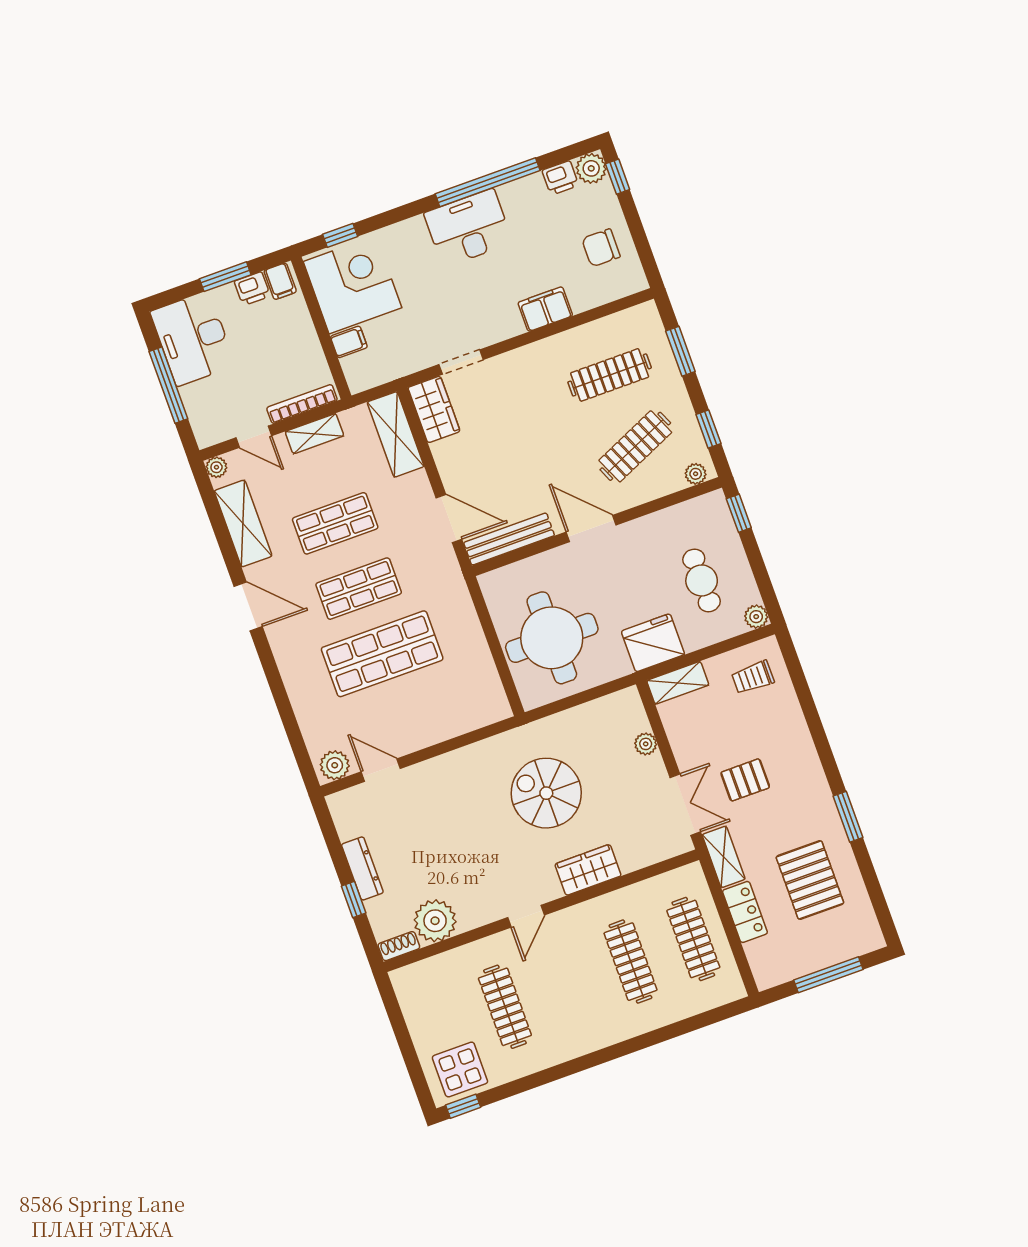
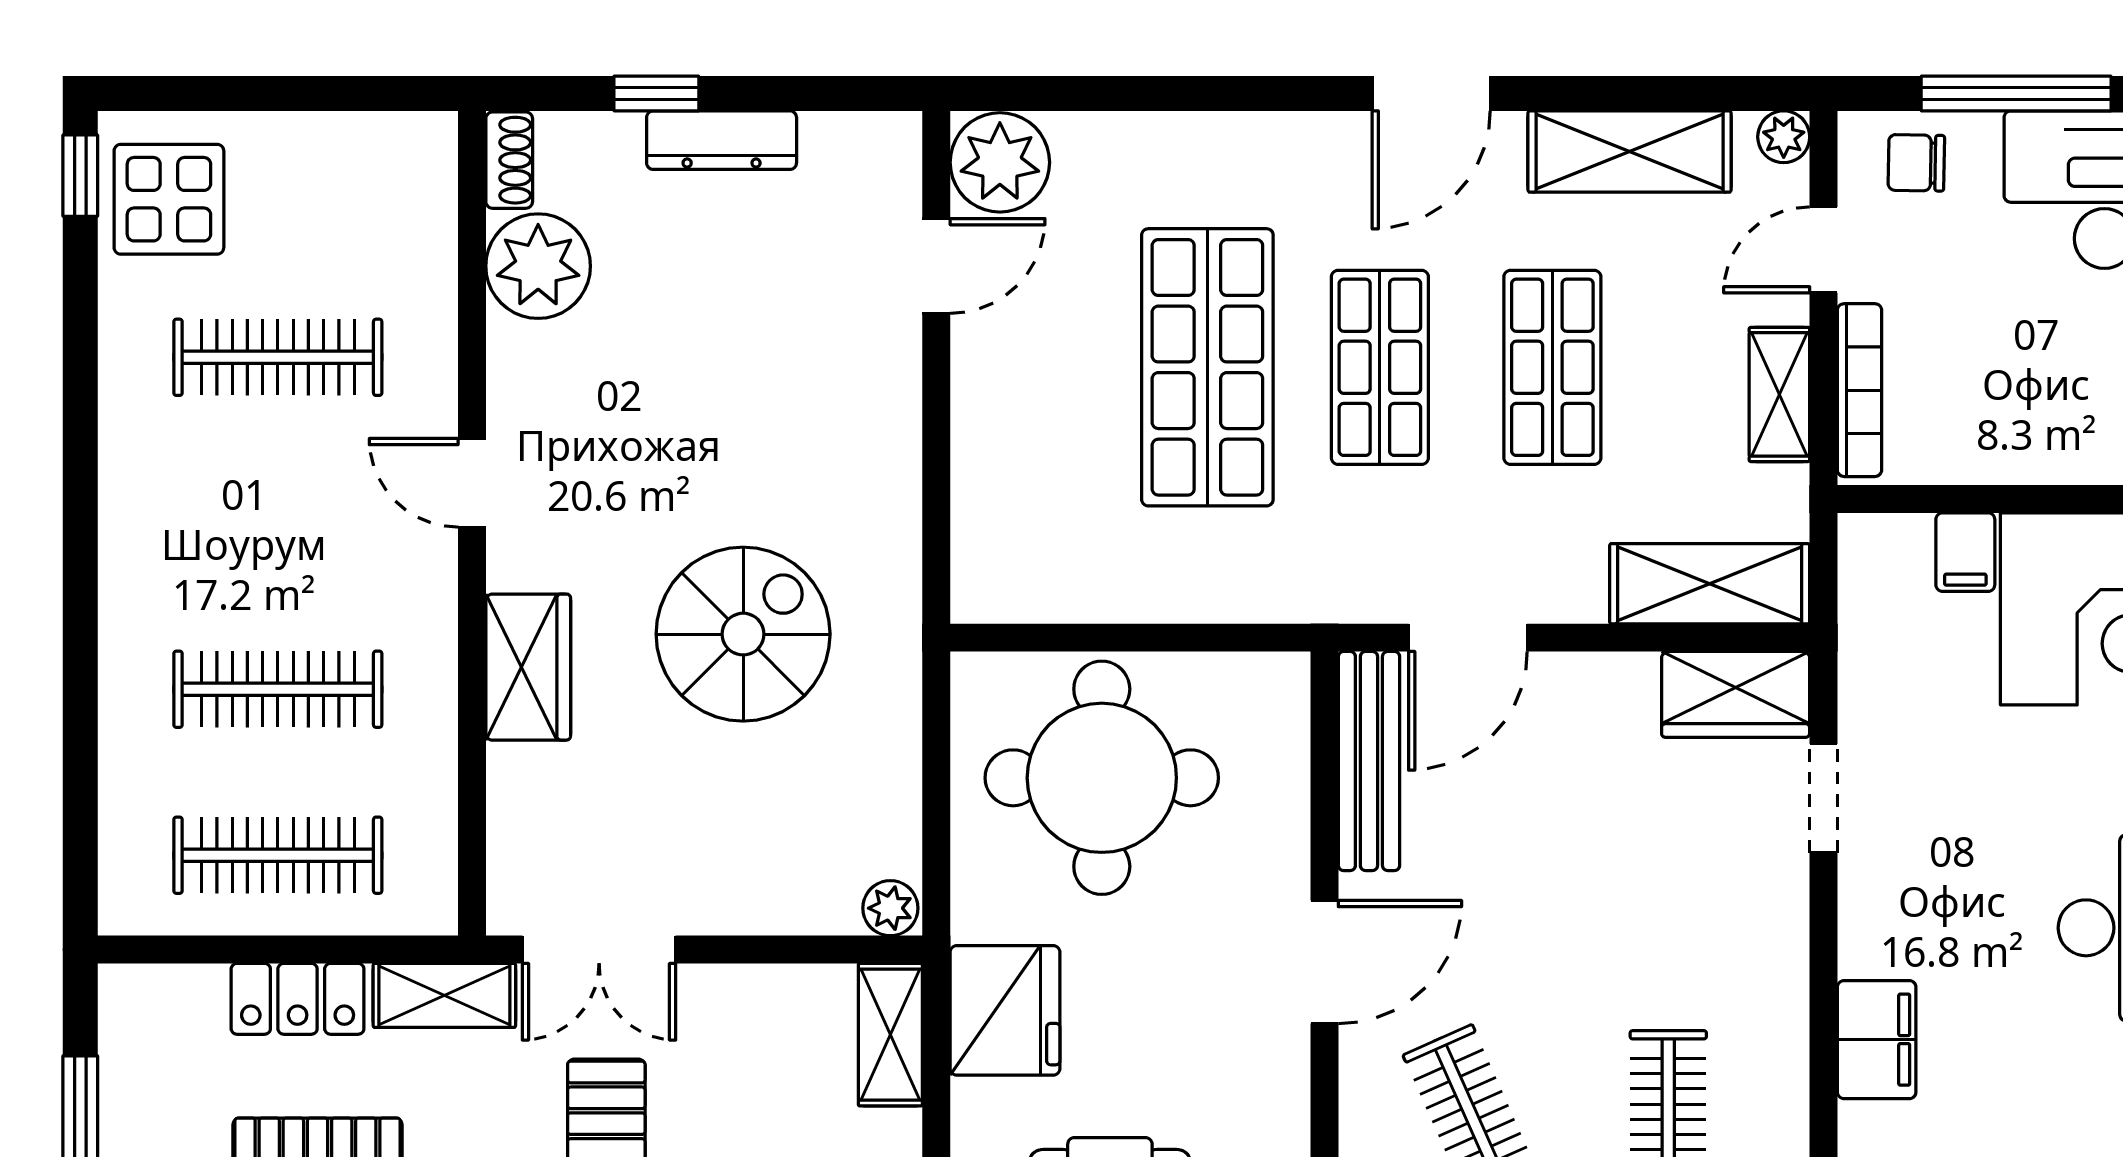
chair: (208, 413) -> (1916, 163), added
plant: (646, 744) -> (890, 908), moved
plant: (335, 765) -> (1000, 162), width x1.36, depth x1.36

